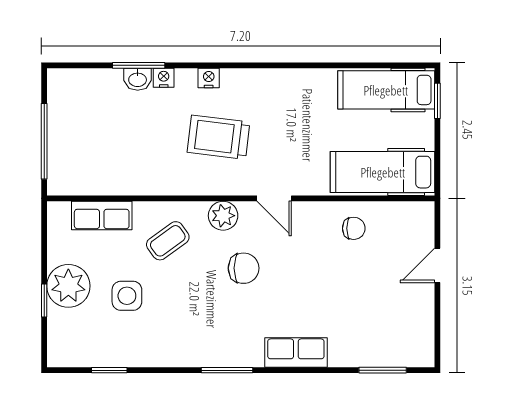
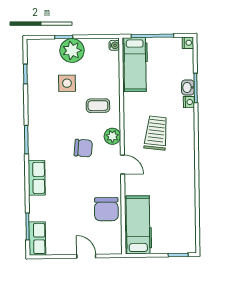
nightstand: (209, 78) -> (188, 43), moved
hospital bed: (386, 90) -> (135, 65), moved, turned 180
door: (274, 198) -> (122, 165), swing flipped
water cooler: (60, 210) -> (114, 45), added
row of seats: (102, 216) -> (37, 238), moved, turned 180
chair: (354, 228) -> (106, 209), width x1.87, depth x1.87
coffee table: (168, 241) -> (98, 106), turned -54
chair: (244, 268) -> (83, 148), turned -85

